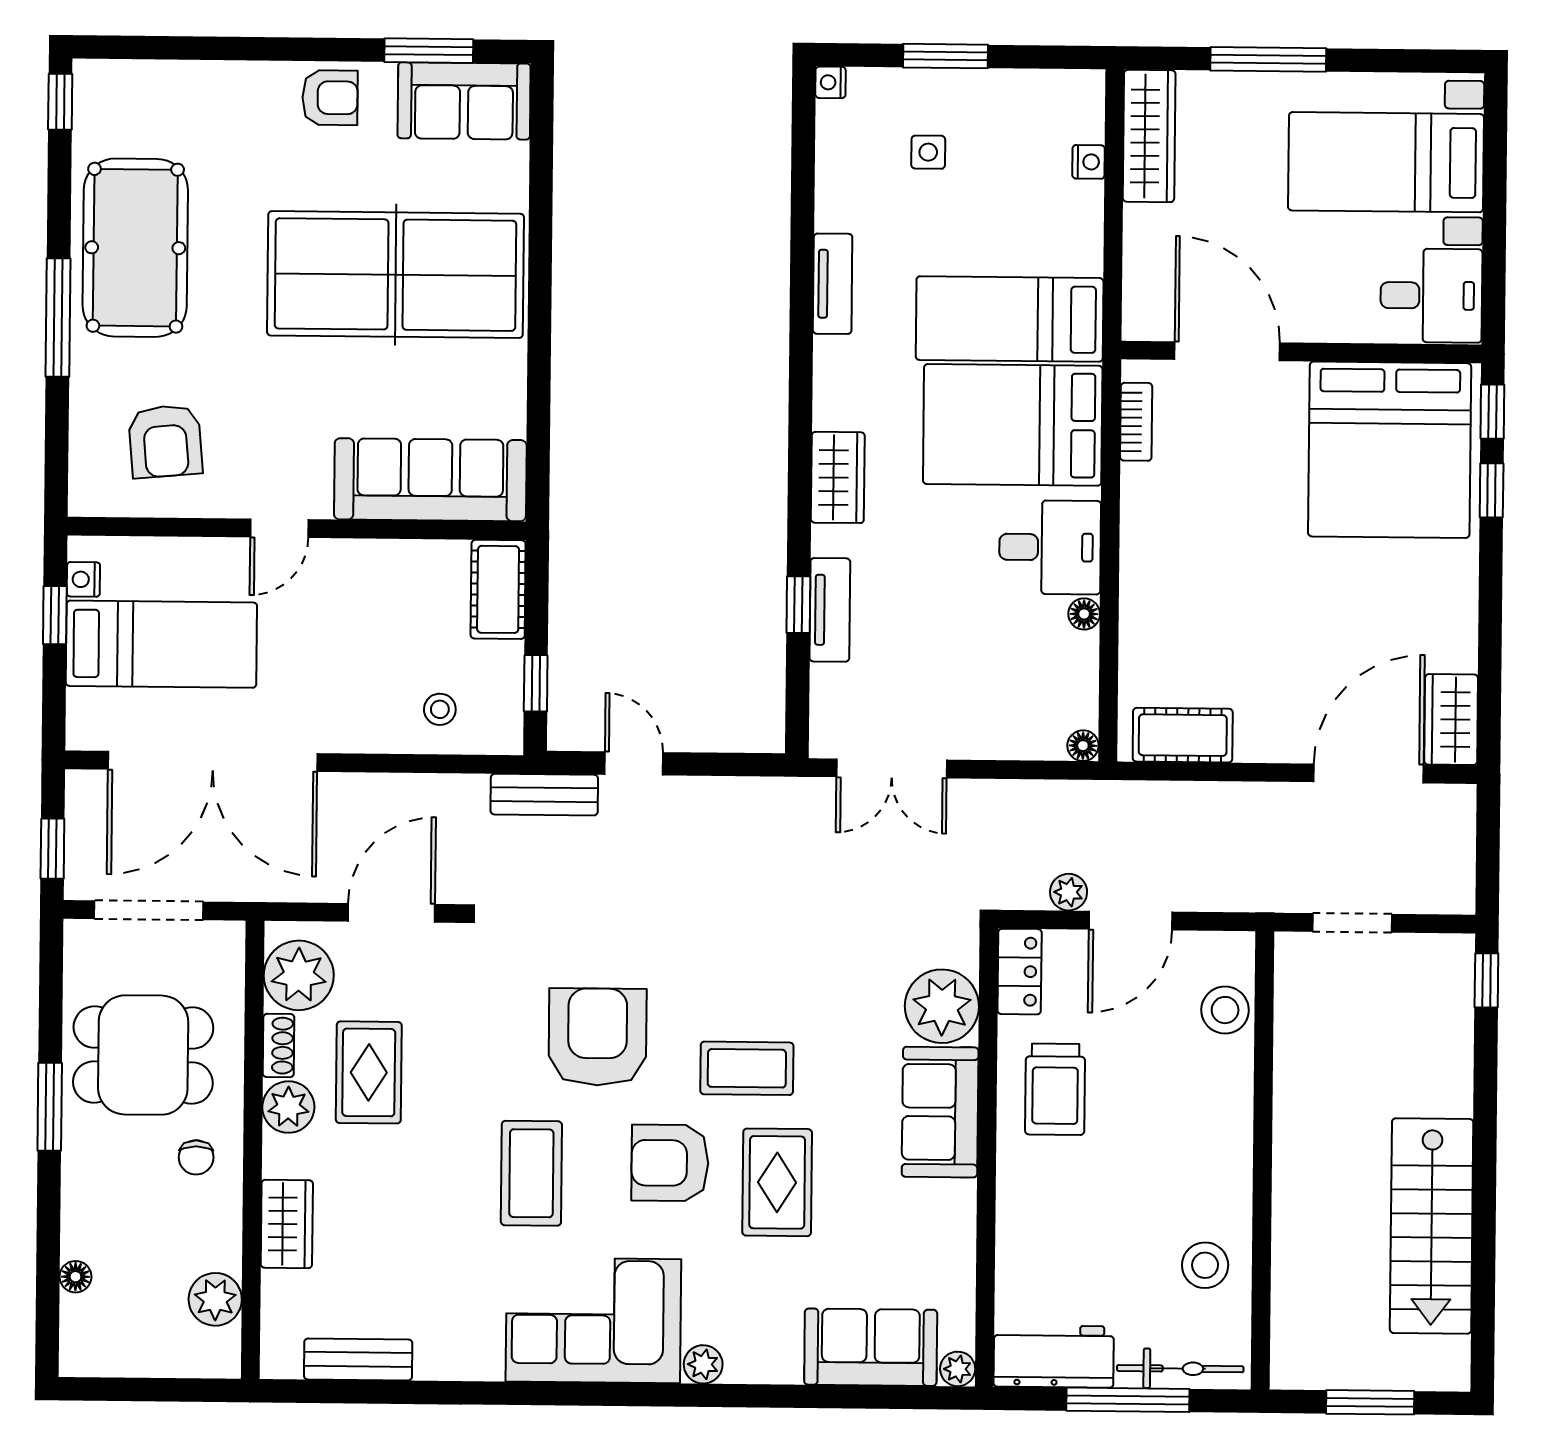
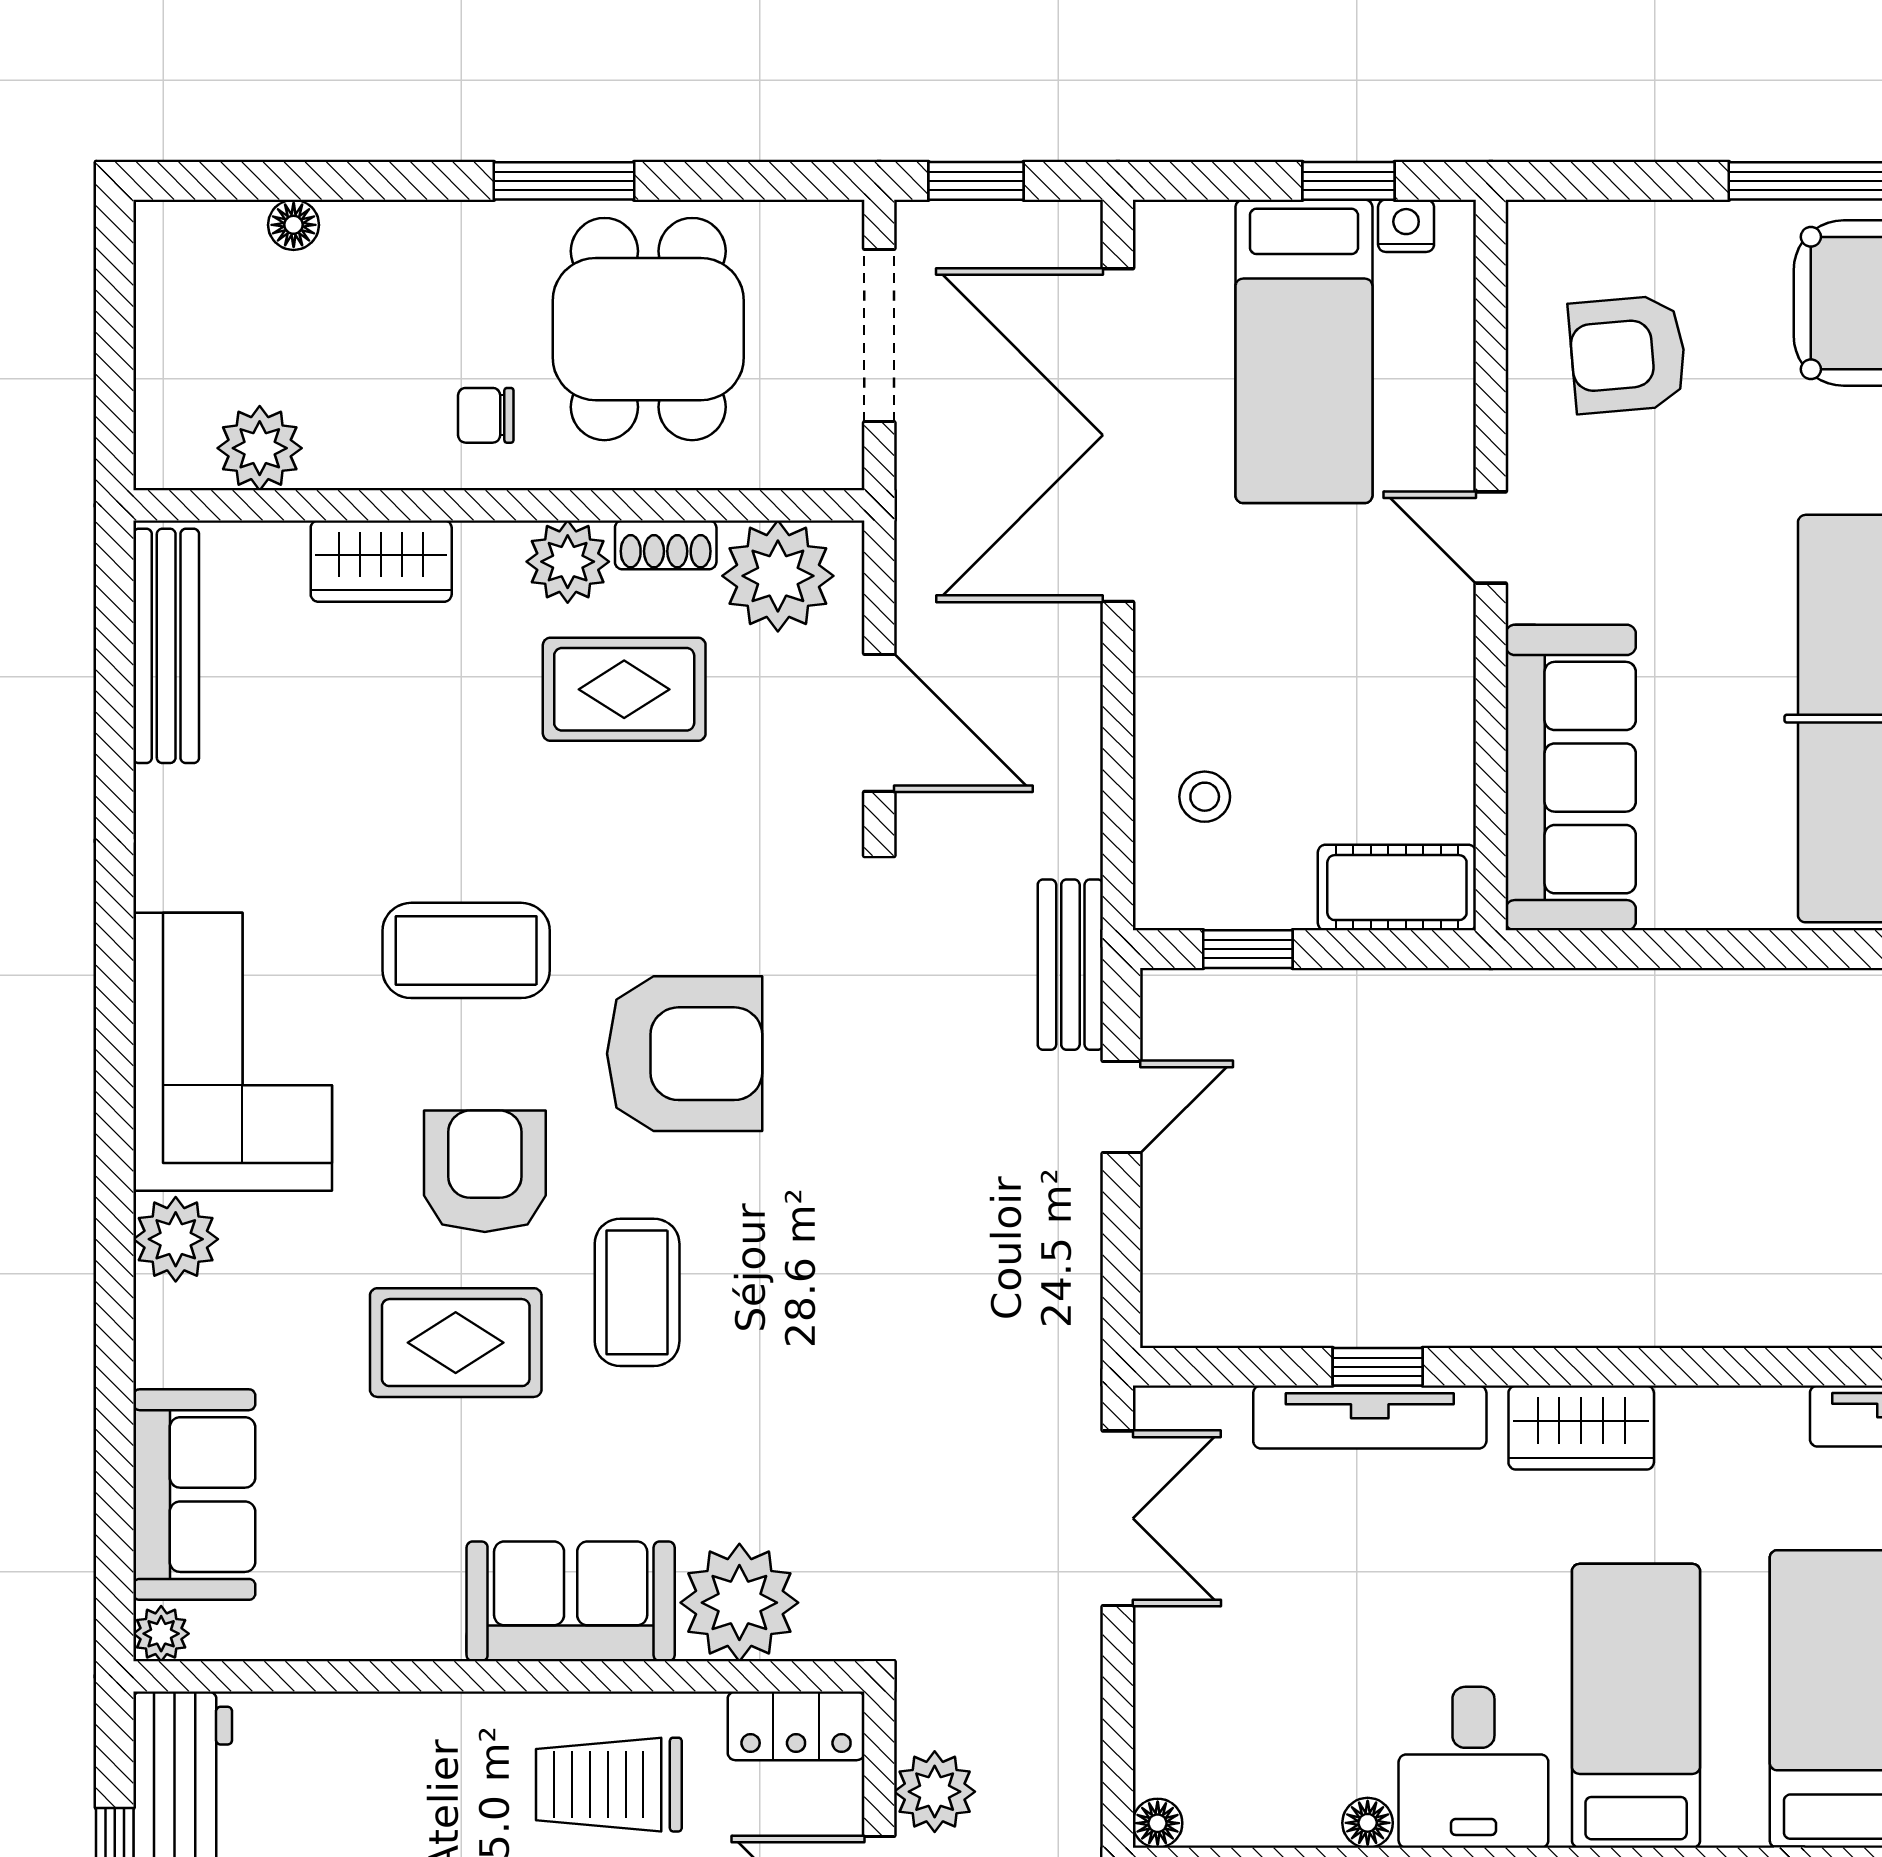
bed: (1013, 425) -> (1636, 1706), width x0.67
tv unit: (830, 610) -> (1370, 1417), width x1.41
double door: (892, 768) -> (1118, 1518), swing flipped
plant: (1069, 892) -> (935, 1792), width x1.38, depth x1.38
bench: (358, 1359) -> (166, 646), width x1.36
plant: (703, 1364) -> (176, 1239), width x1.38, depth x1.38

